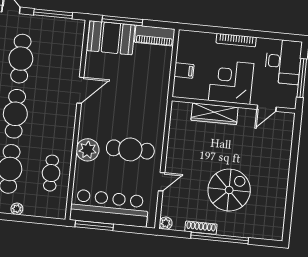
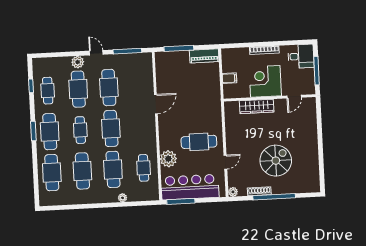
booth: (111, 38) -> (172, 62), removed
desk: (283, 62) -> (301, 56), width x0.73
plant: (88, 150) -> (168, 159), moved

